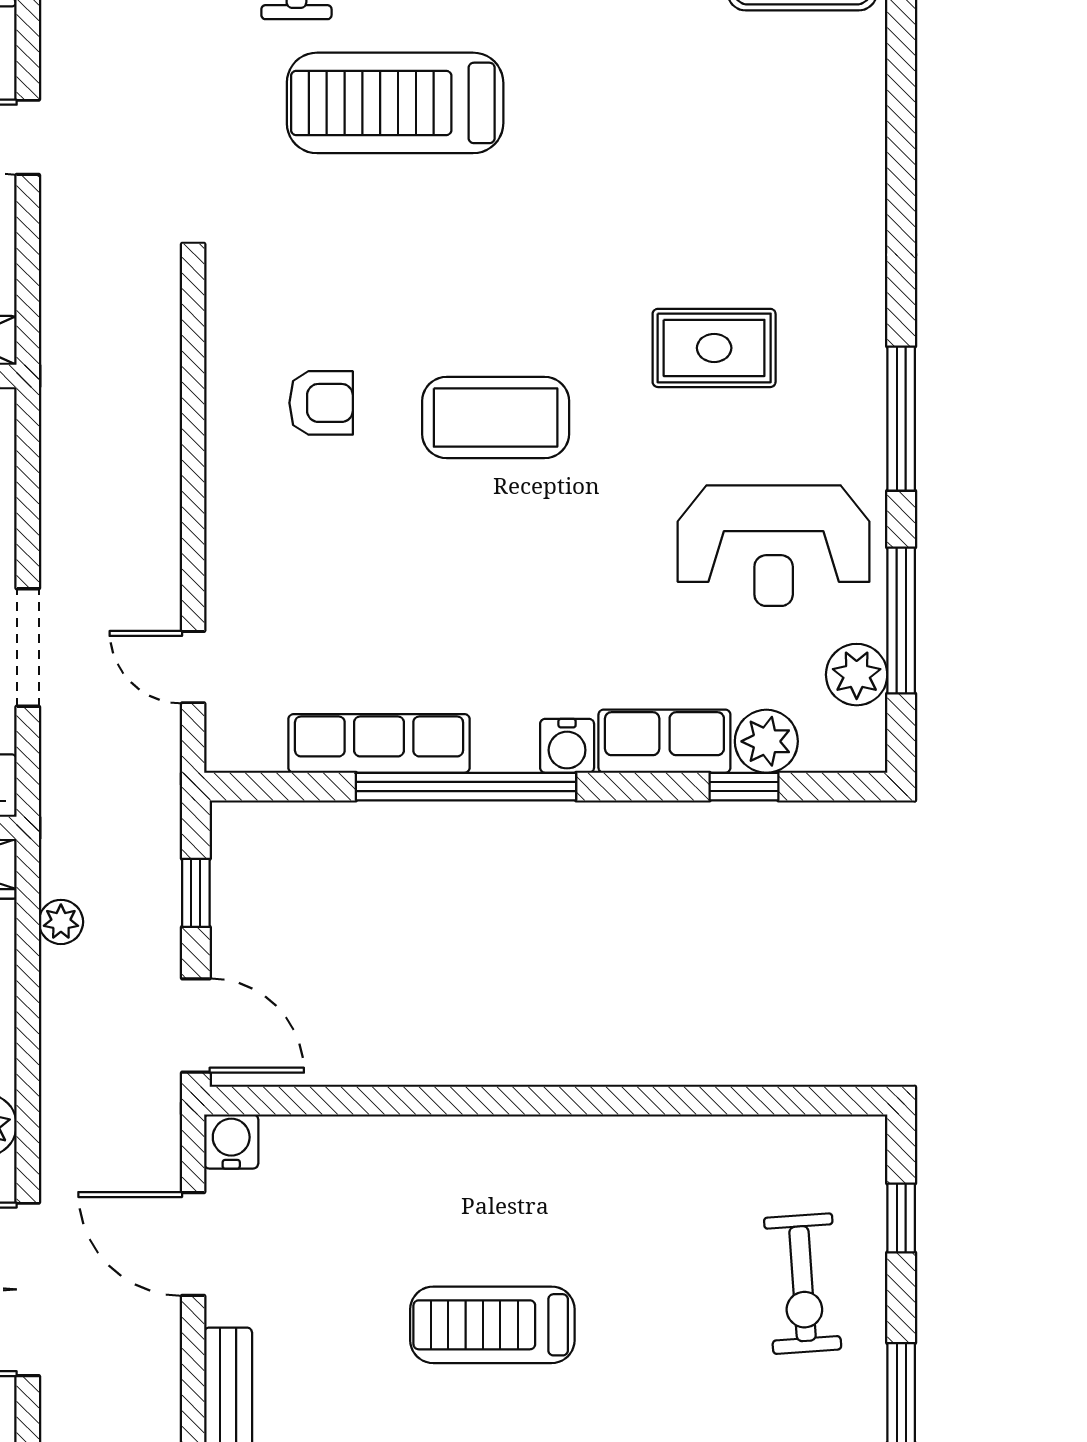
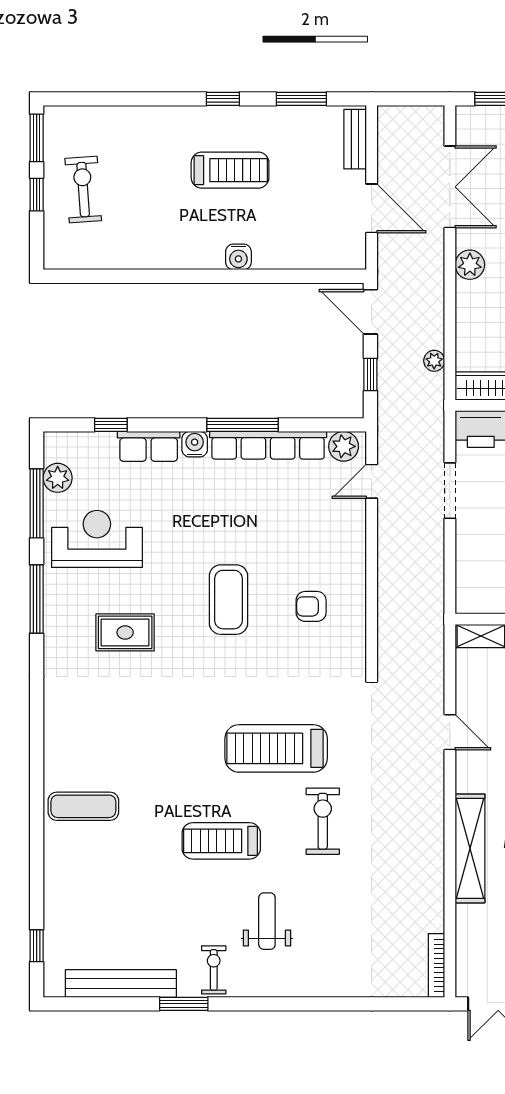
treadmill: (395, 103) -> (276, 748), turned 180
coffee table: (496, 417) -> (228, 600), turned 90
door: (193, 667) -> (372, 481), swing flipped
plant: (766, 741) -> (344, 446), moved
row of seats: (379, 743) -> (268, 445), width x1.36
window: (466, 787) -> (243, 425), width x0.68
water cooler: (231, 1141) -> (238, 257), moved
window: (901, 1218) -> (37, 195), moved

